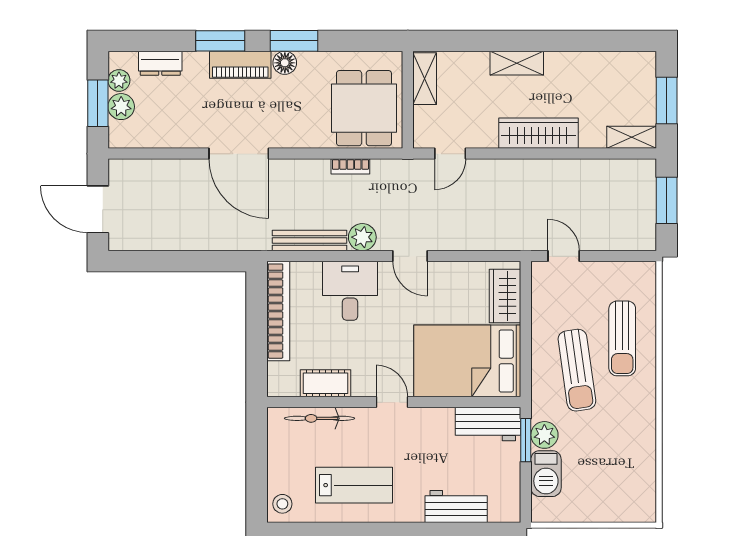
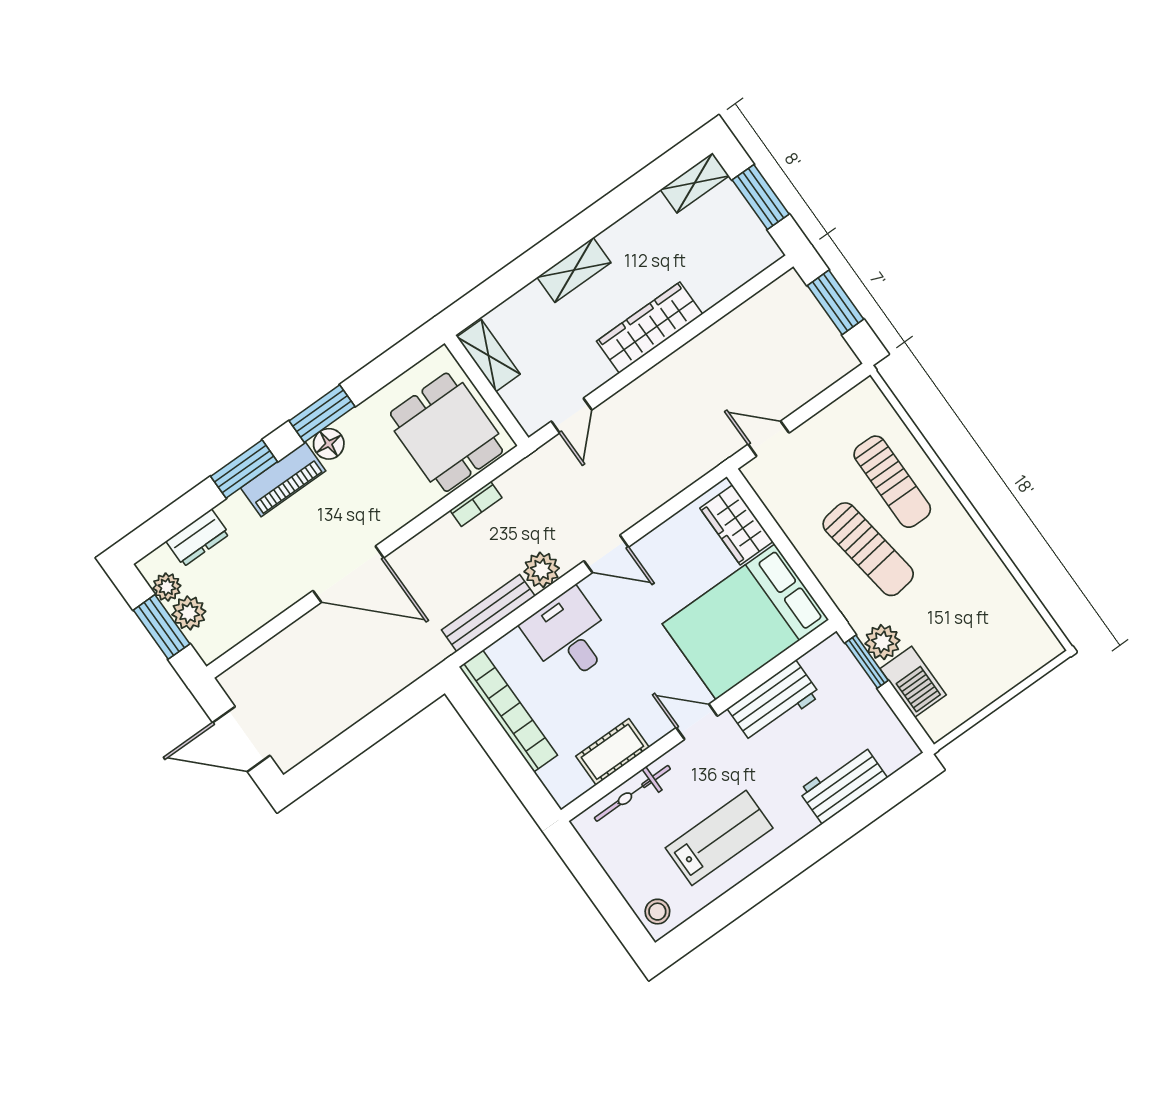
shelving: (632, 137) -> (695, 183), moved
workbench: (488, 424) -> (774, 702), moved

